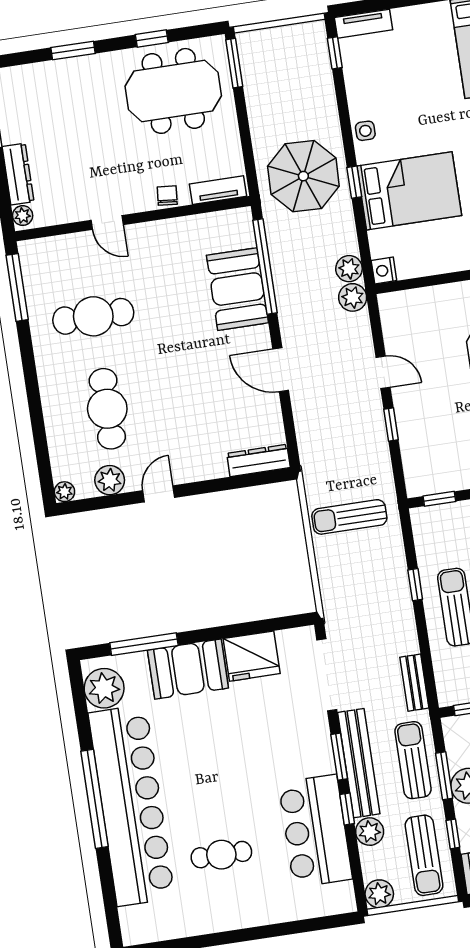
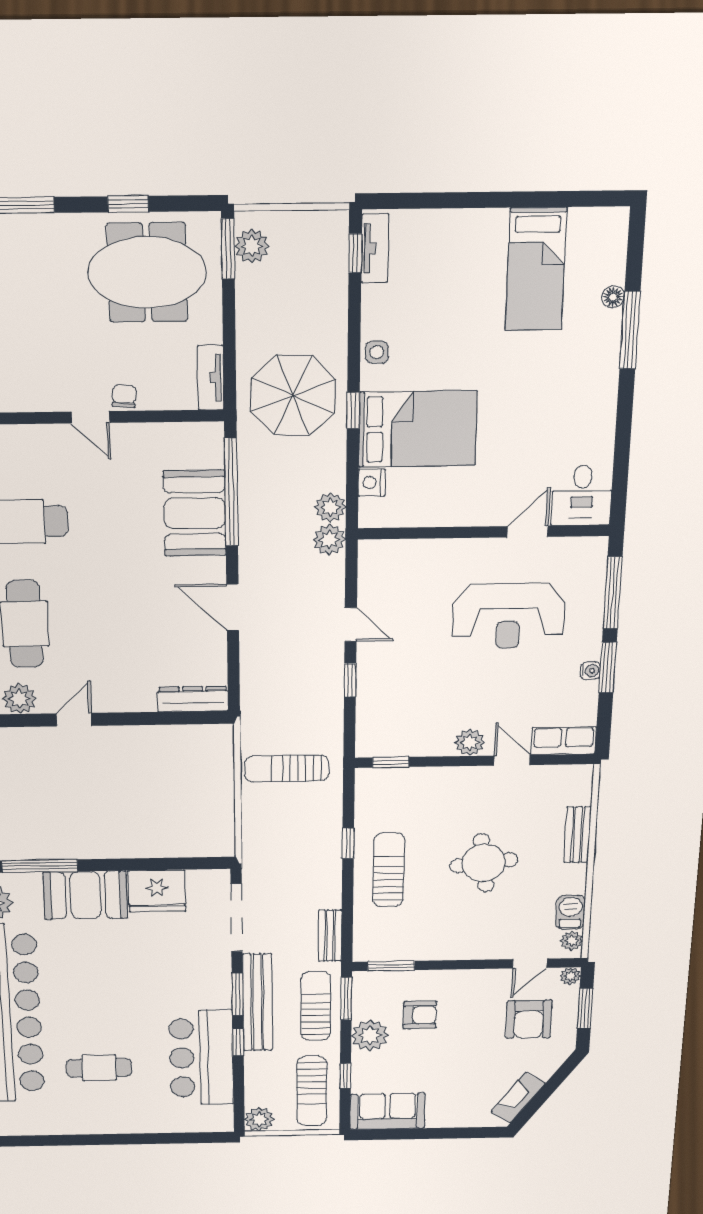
tv unit: (363, 24) -> (375, 248), moved, turned -90
tv unit: (218, 190) -> (211, 378), moved, turned -90
door: (107, 223) -> (90, 417), moved
nightstand: (384, 270) -> (372, 483), moved
window: (444, 776) -> (346, 999), moved
plant: (370, 832) -> (252, 246), moved

